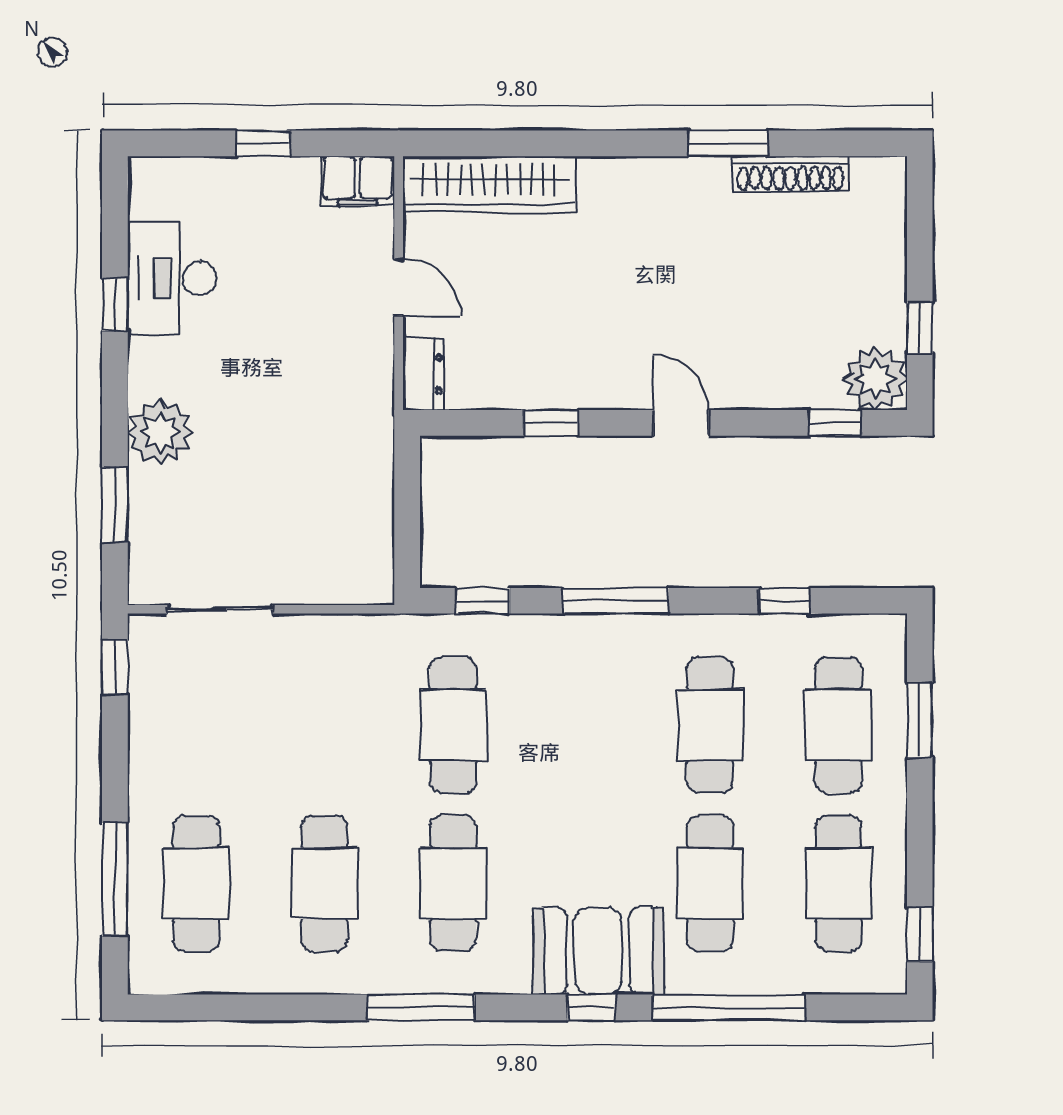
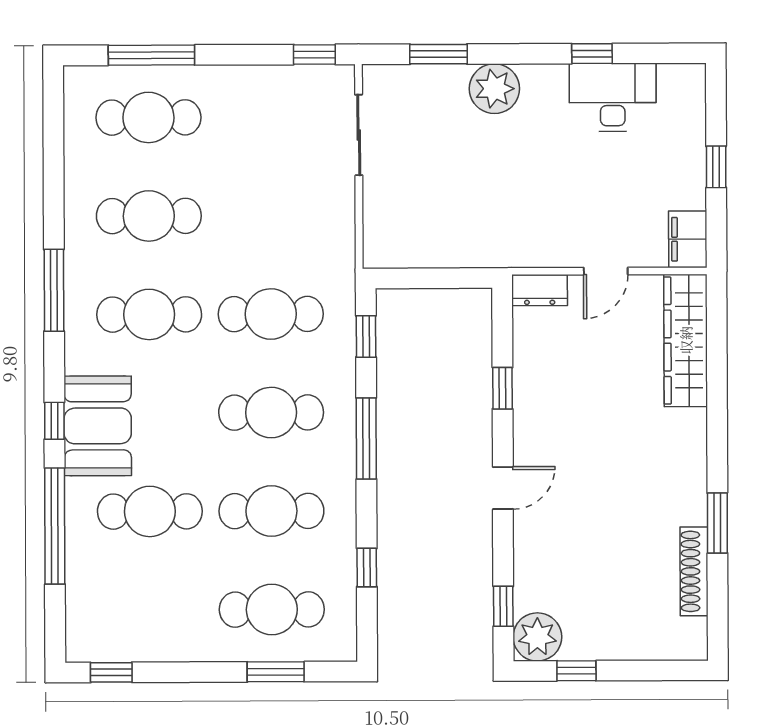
cafe table: (838, 883) -> (271, 413), moved

